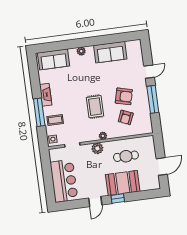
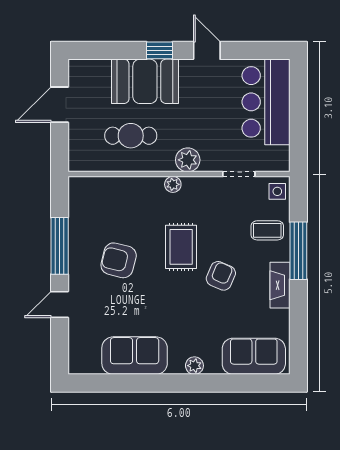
armchair: (126, 117) -> (221, 276), moved
door: (95, 202) -> (207, 50), hinge flipped

